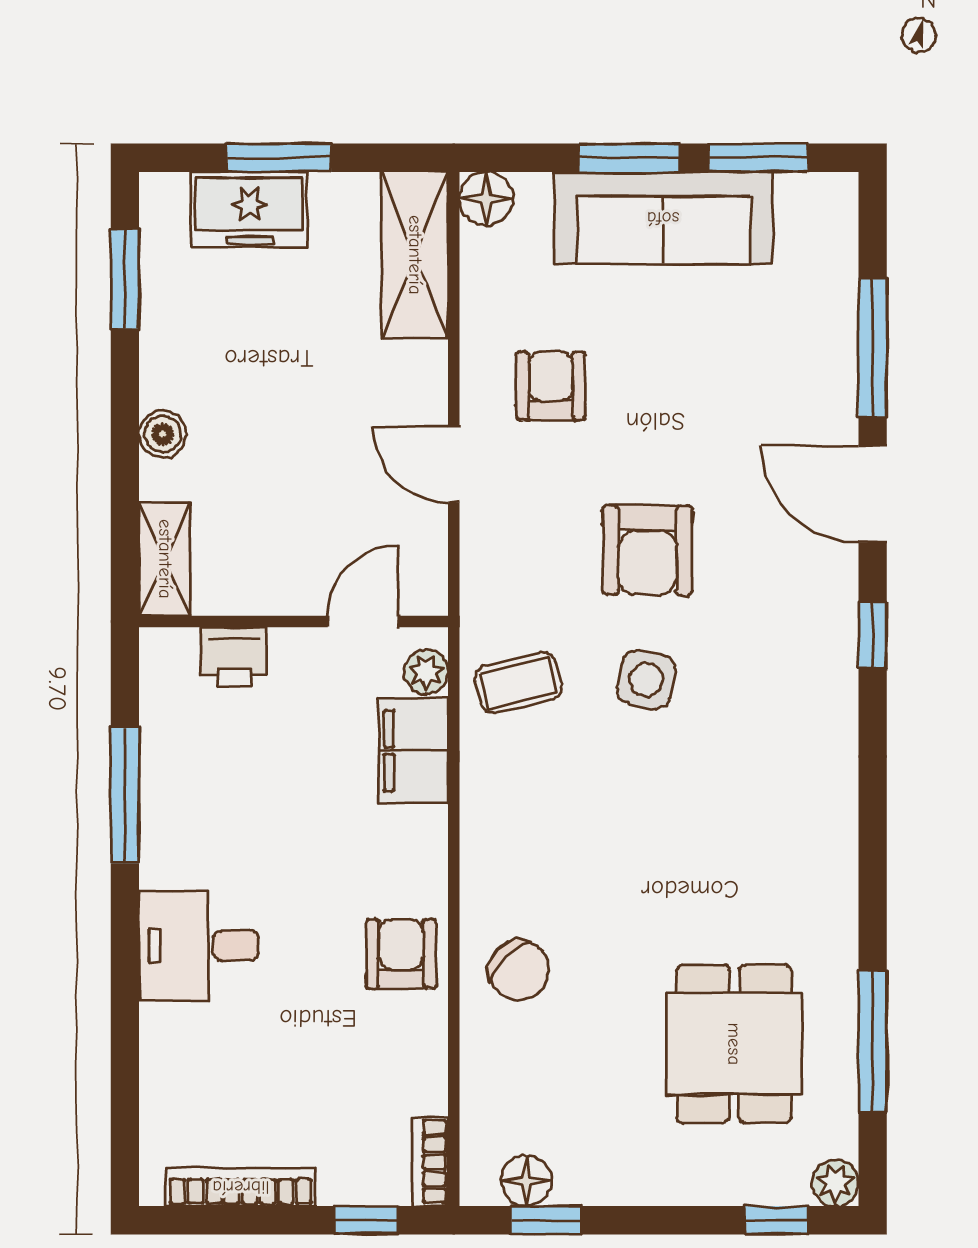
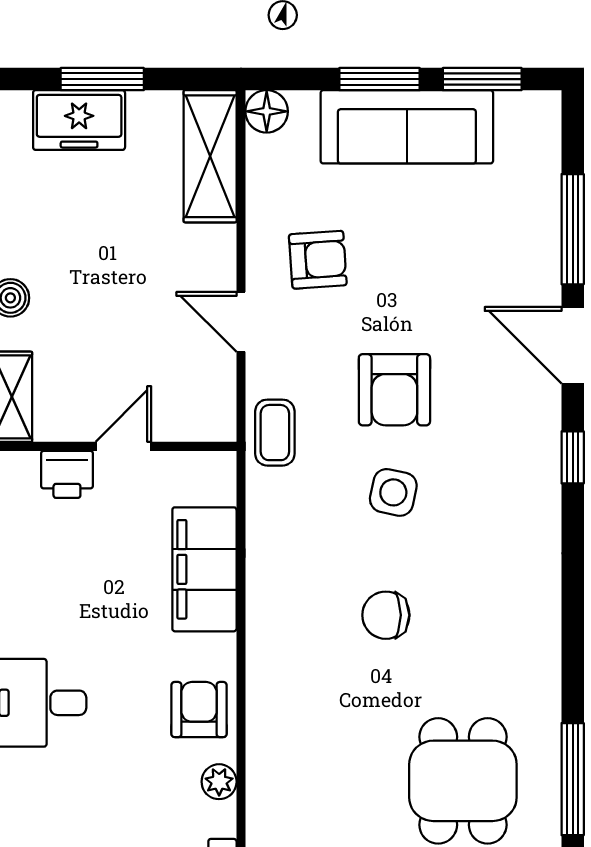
armchair: (551, 386) -> (318, 260), turned 86
door: (363, 622) -> (123, 446), moved
plant: (426, 672) -> (219, 782), moved
coffee table: (518, 683) -> (275, 433), moved, turned -76
filing cabinet: (413, 751) -> (204, 569), width x1.50, depth x1.17
chair: (519, 970) -> (386, 615), moved, turned 135

